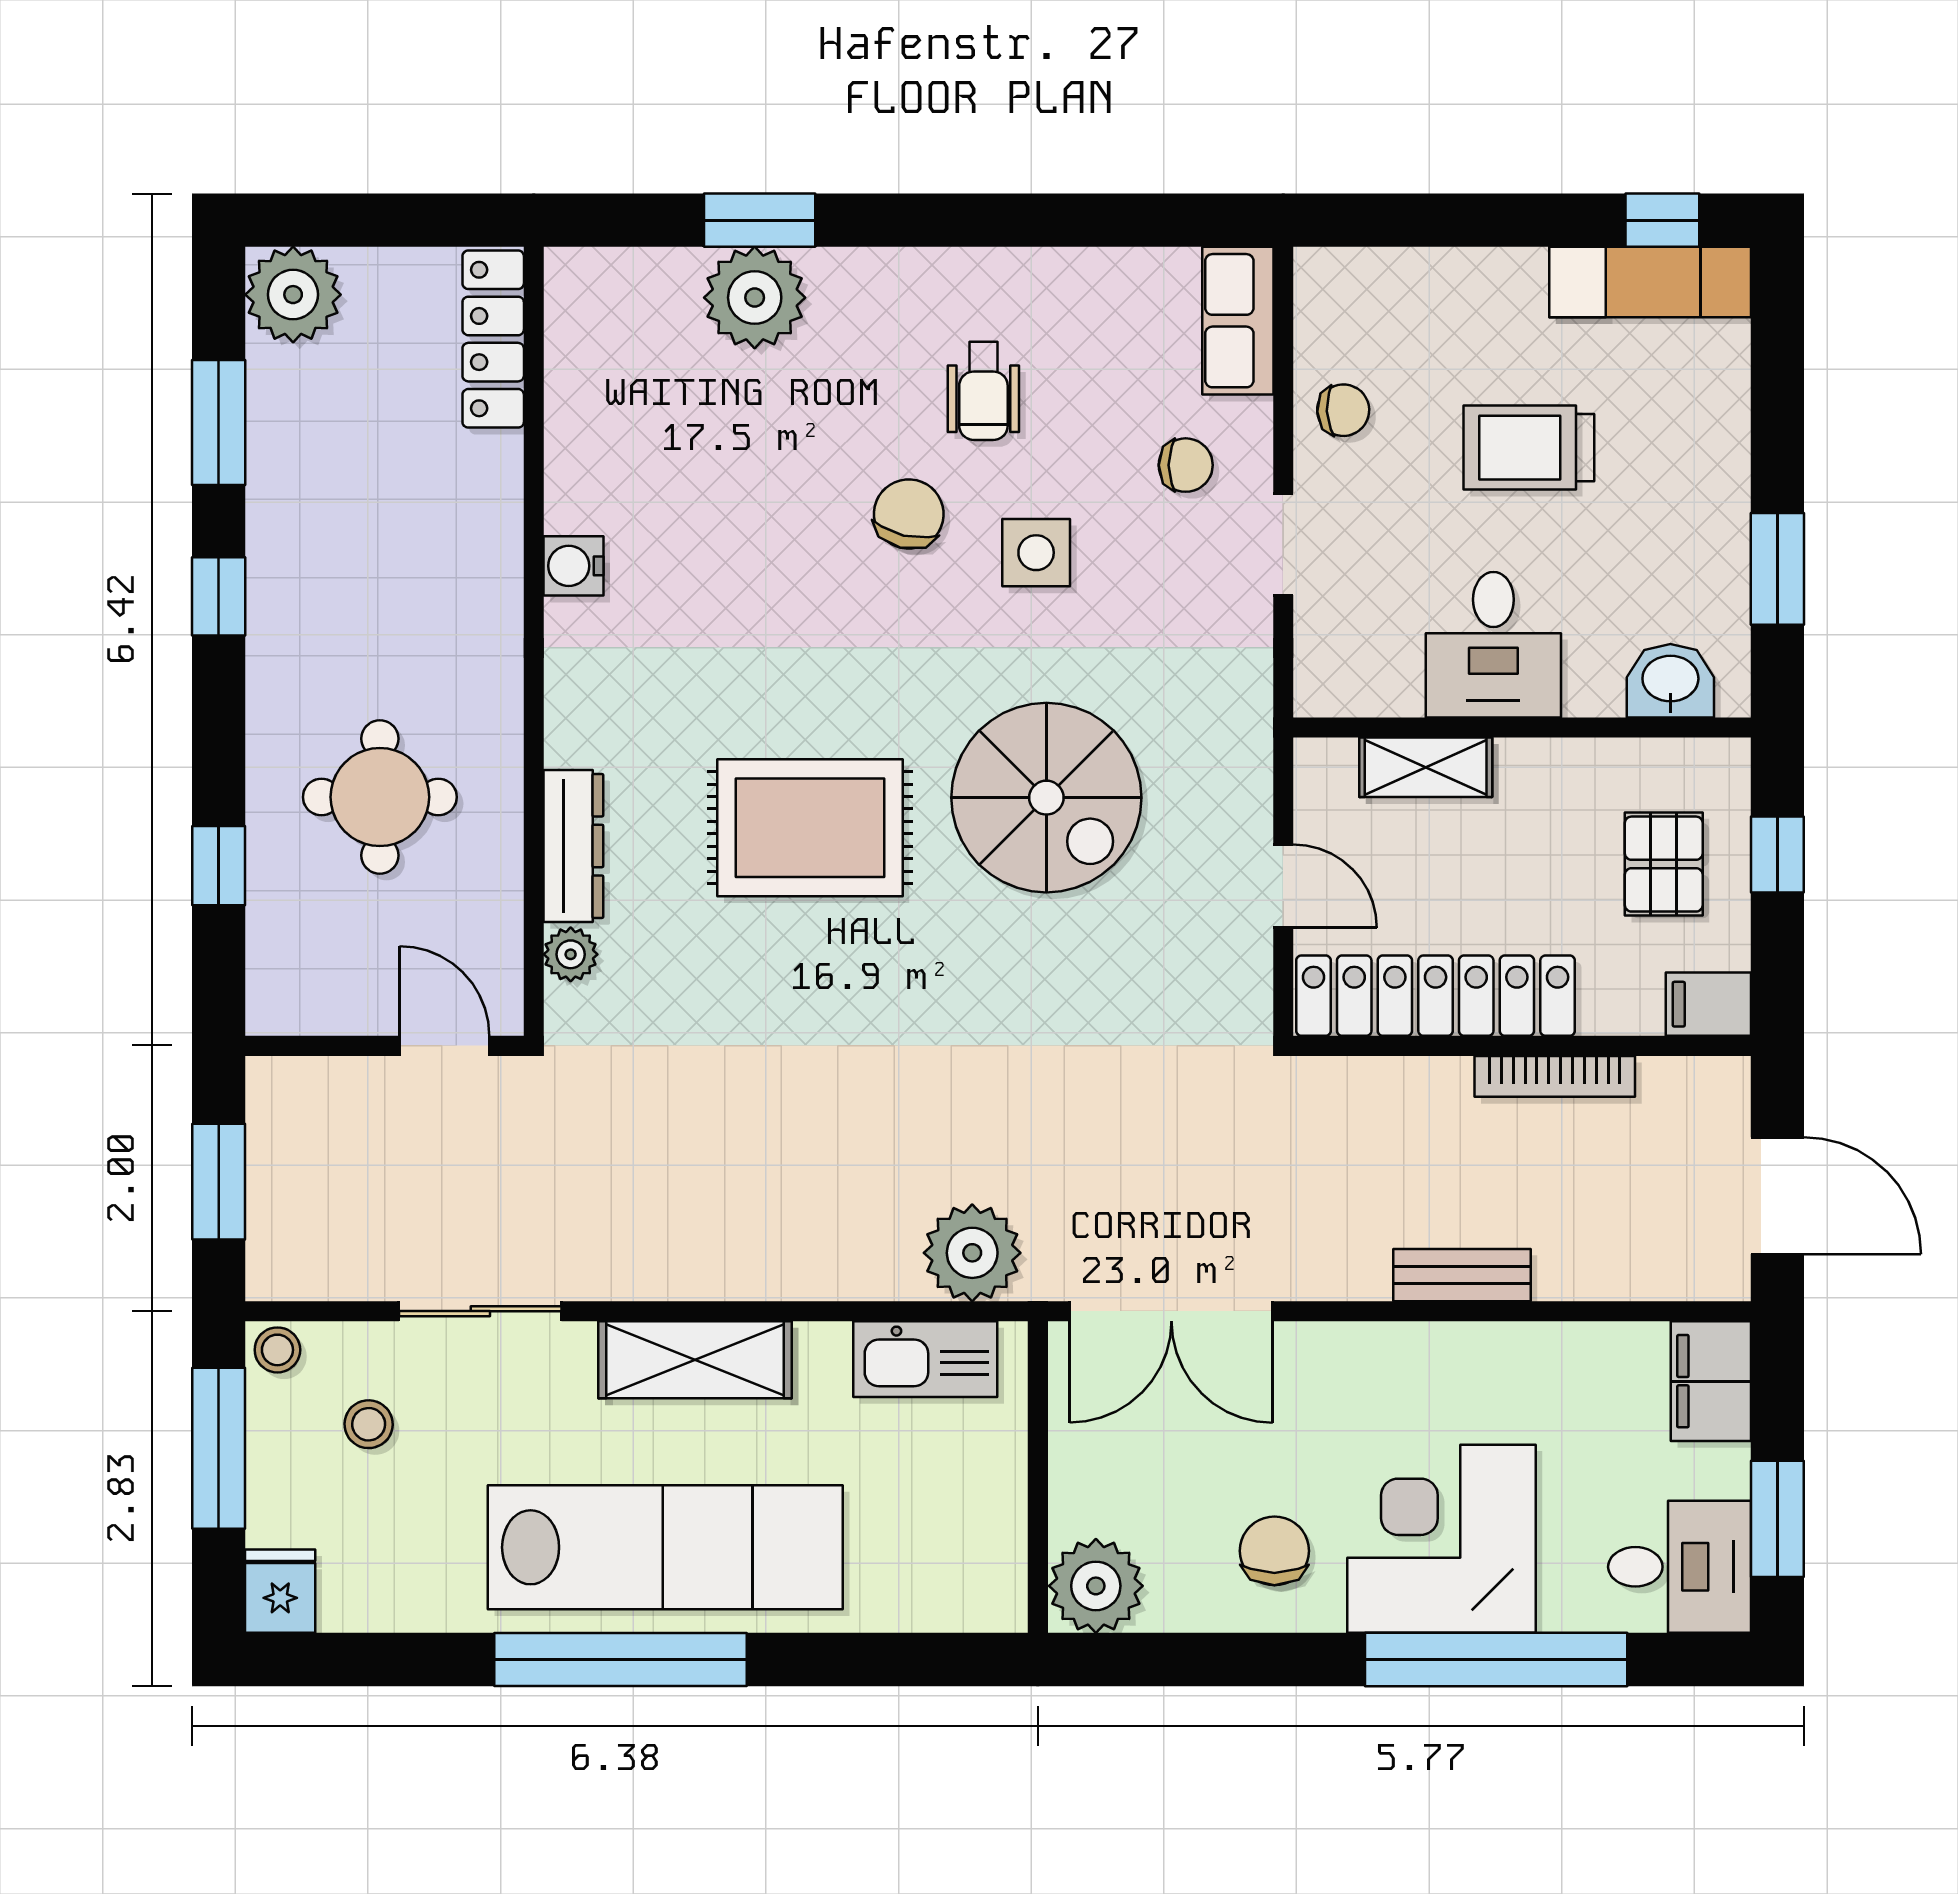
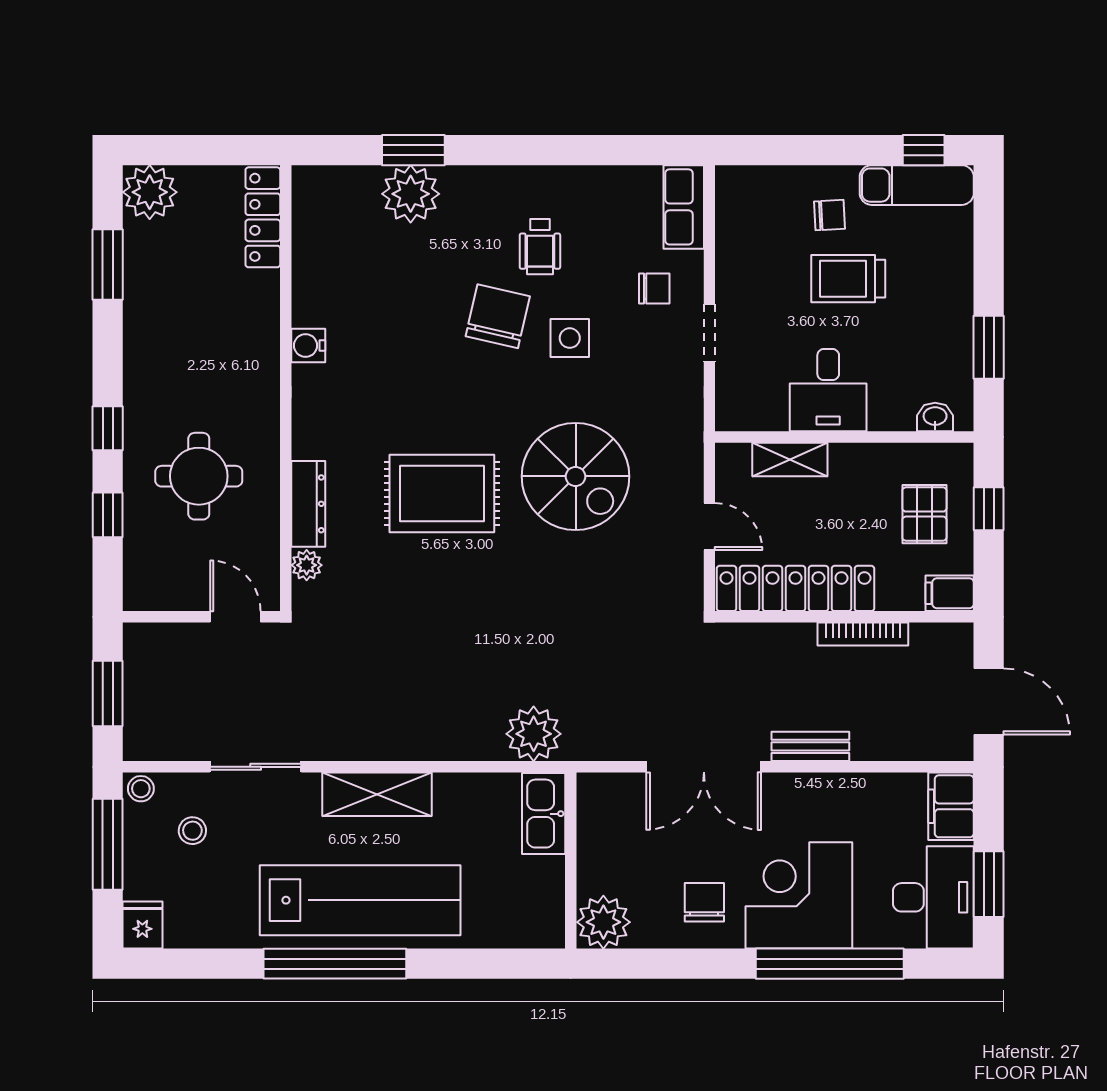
chair: (1343, 410) -> (830, 215), moved
chair: (909, 514) -> (498, 316), width x1.37, depth x1.37
window: (219, 596) -> (108, 428), moved
washbasin: (1670, 681) -> (935, 417), width x0.72, depth x0.69
double door: (1171, 1311) -> (704, 767), moved
kitchen sink: (925, 1359) -> (544, 814), moved, turned 90
desk: (1680, 1567) -> (933, 897), width x1.37

